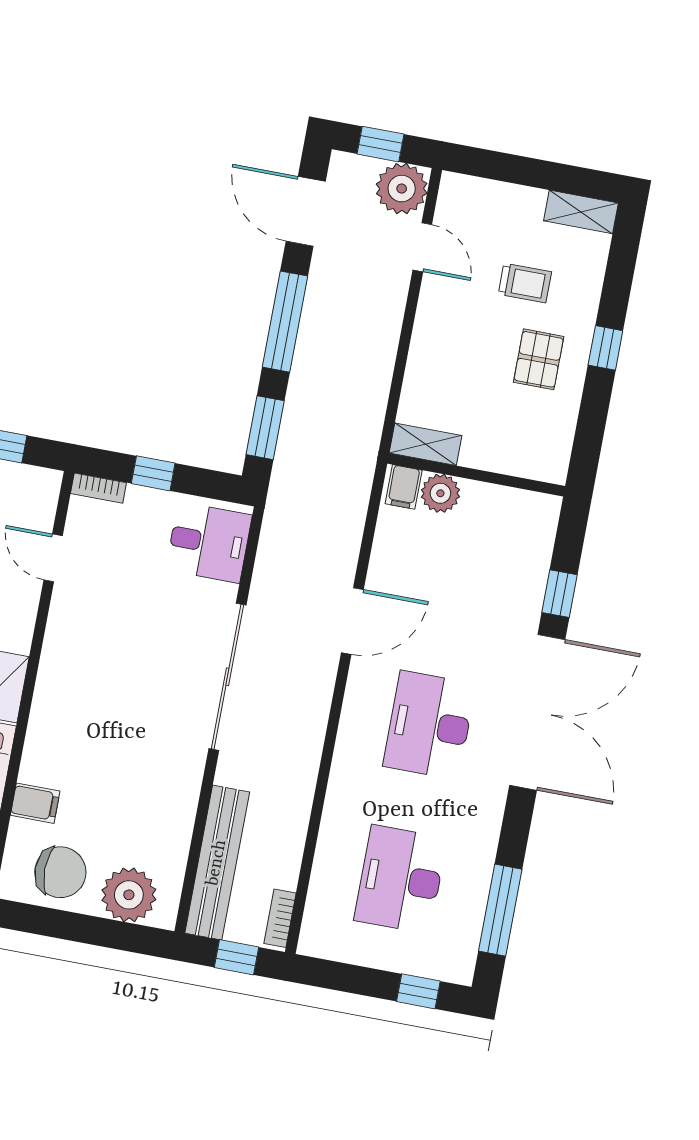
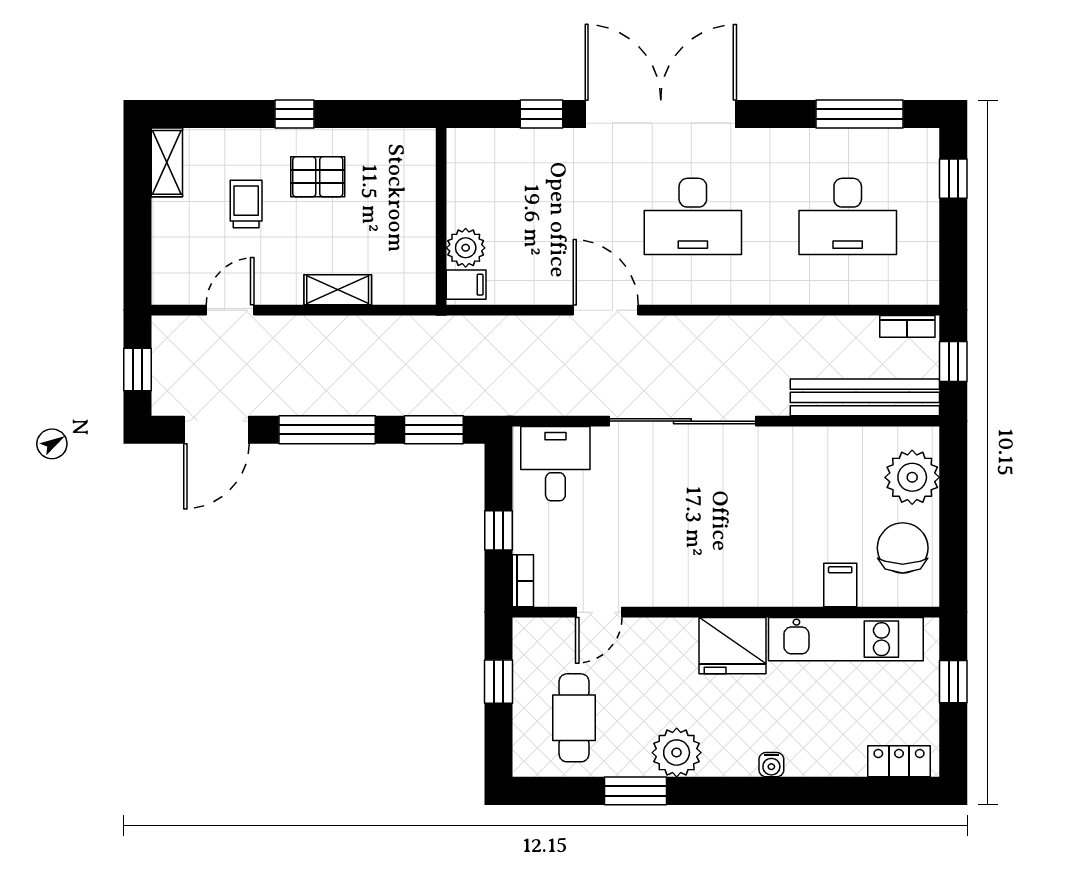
plant: (402, 189) -> (177, 341), removed
shelving: (425, 444) -> (338, 290), moved, turned 90

